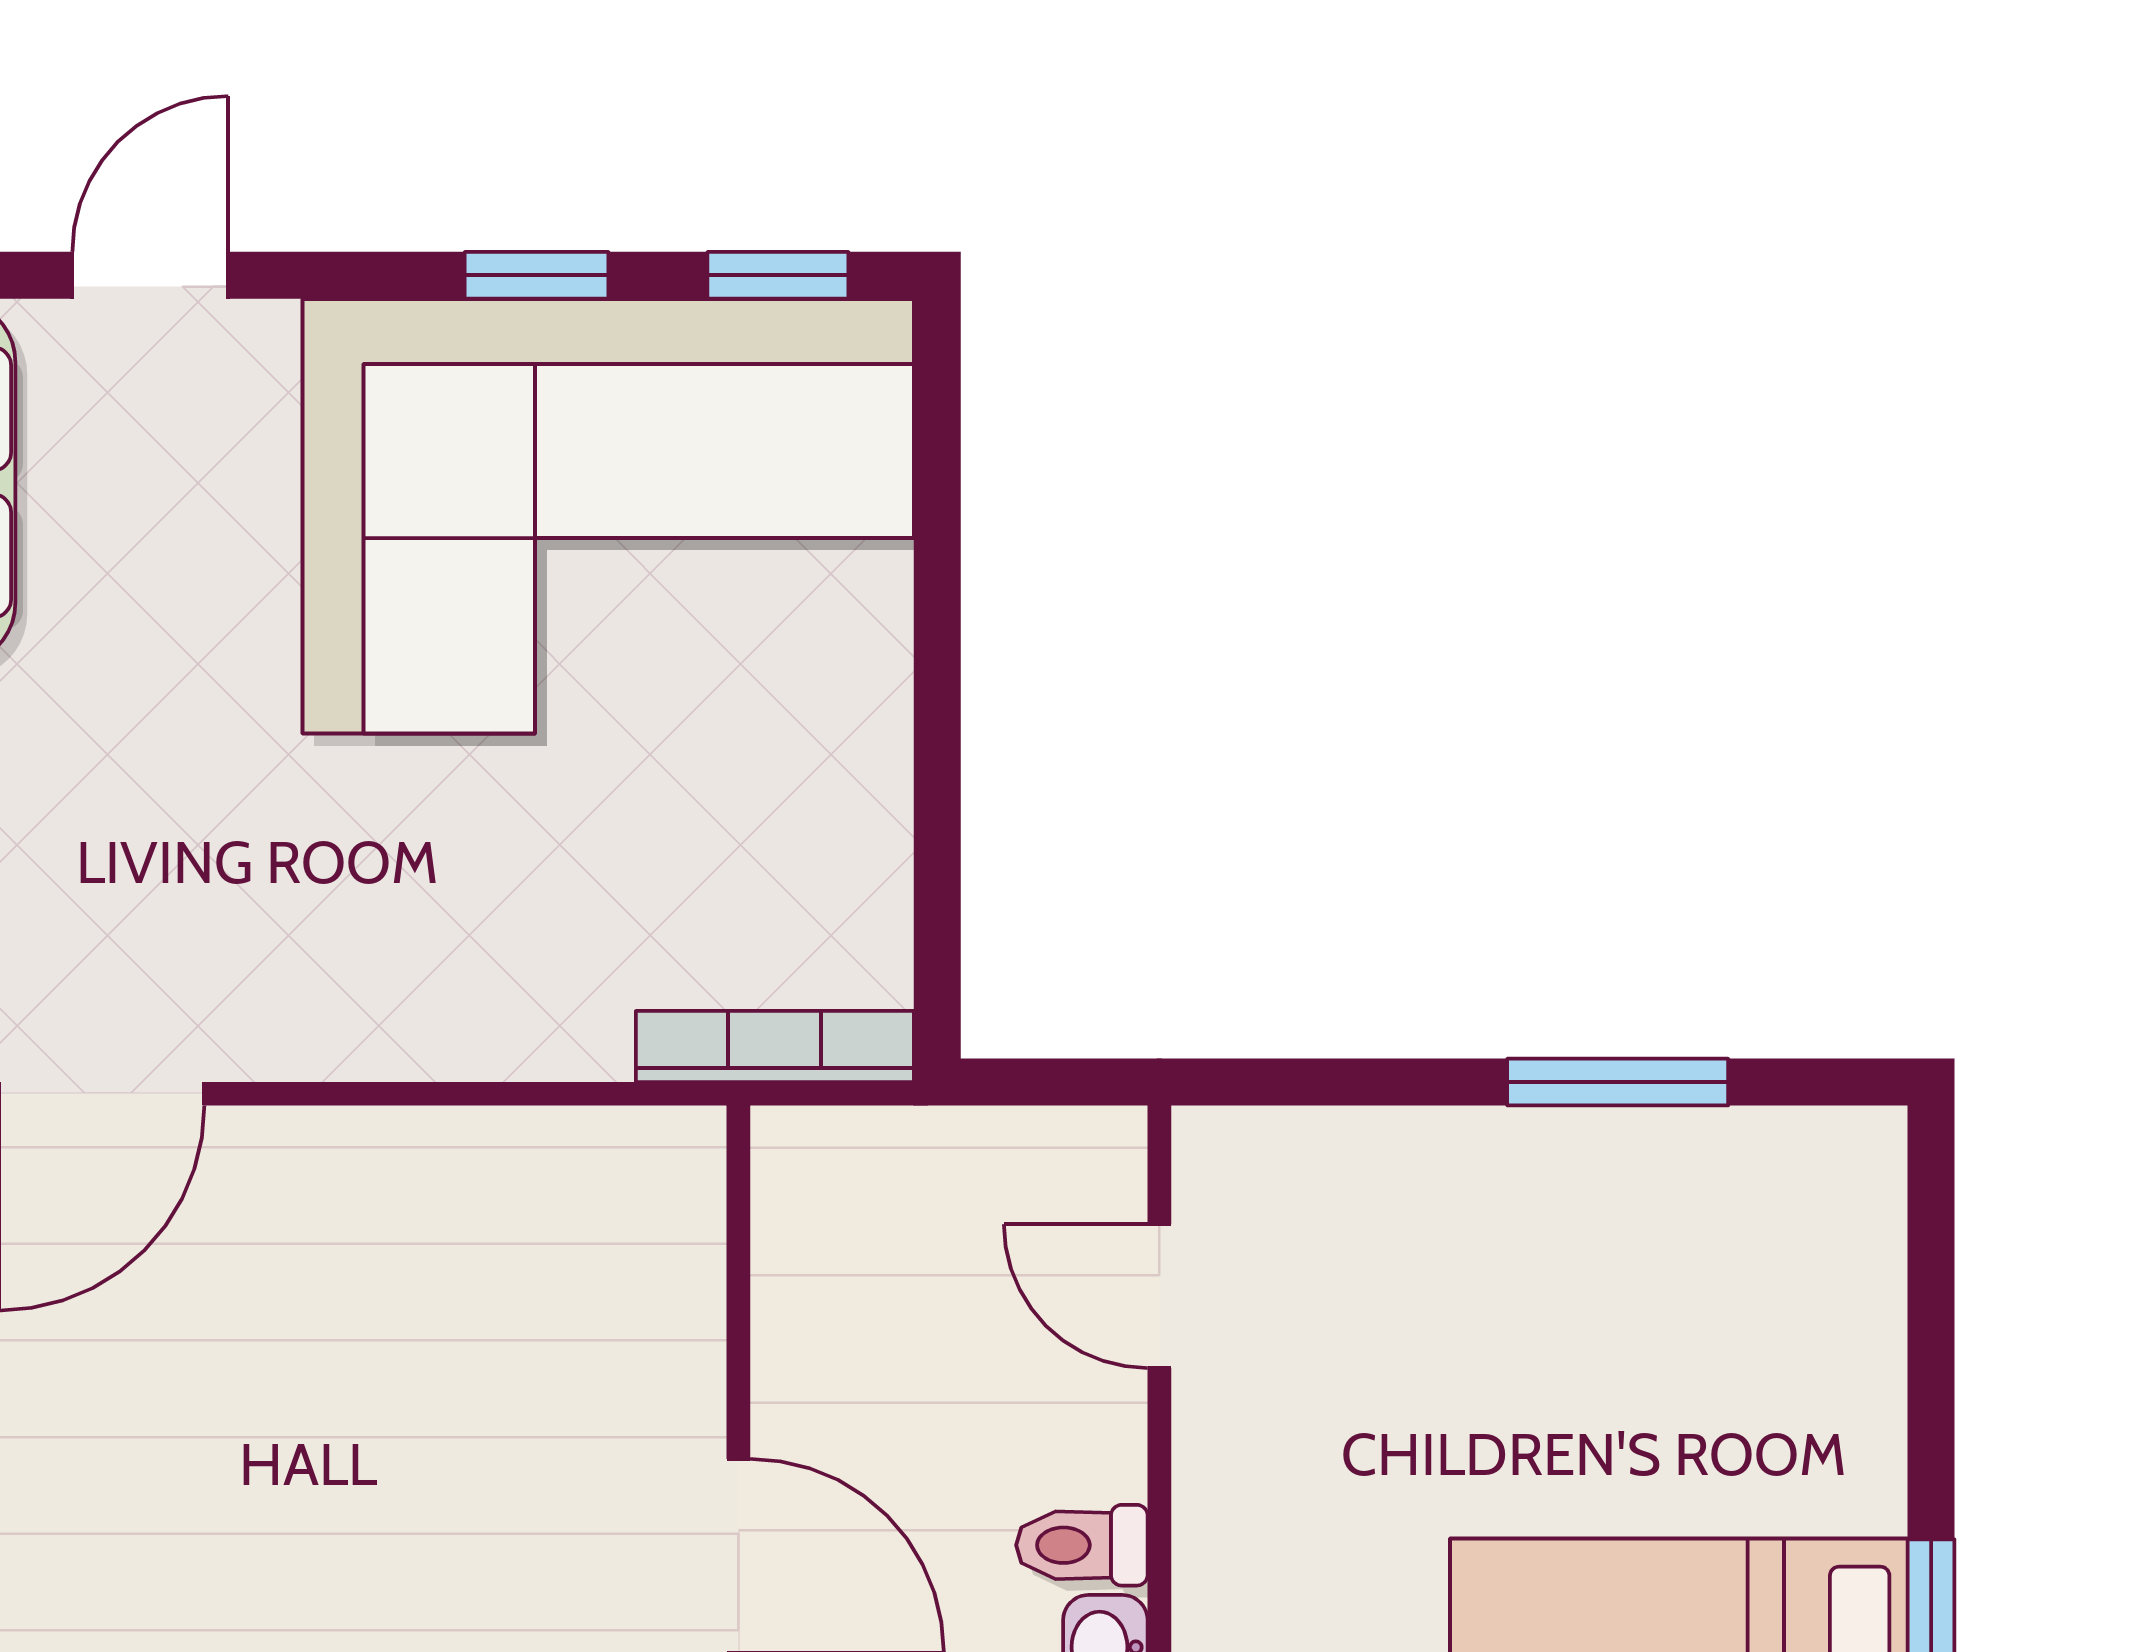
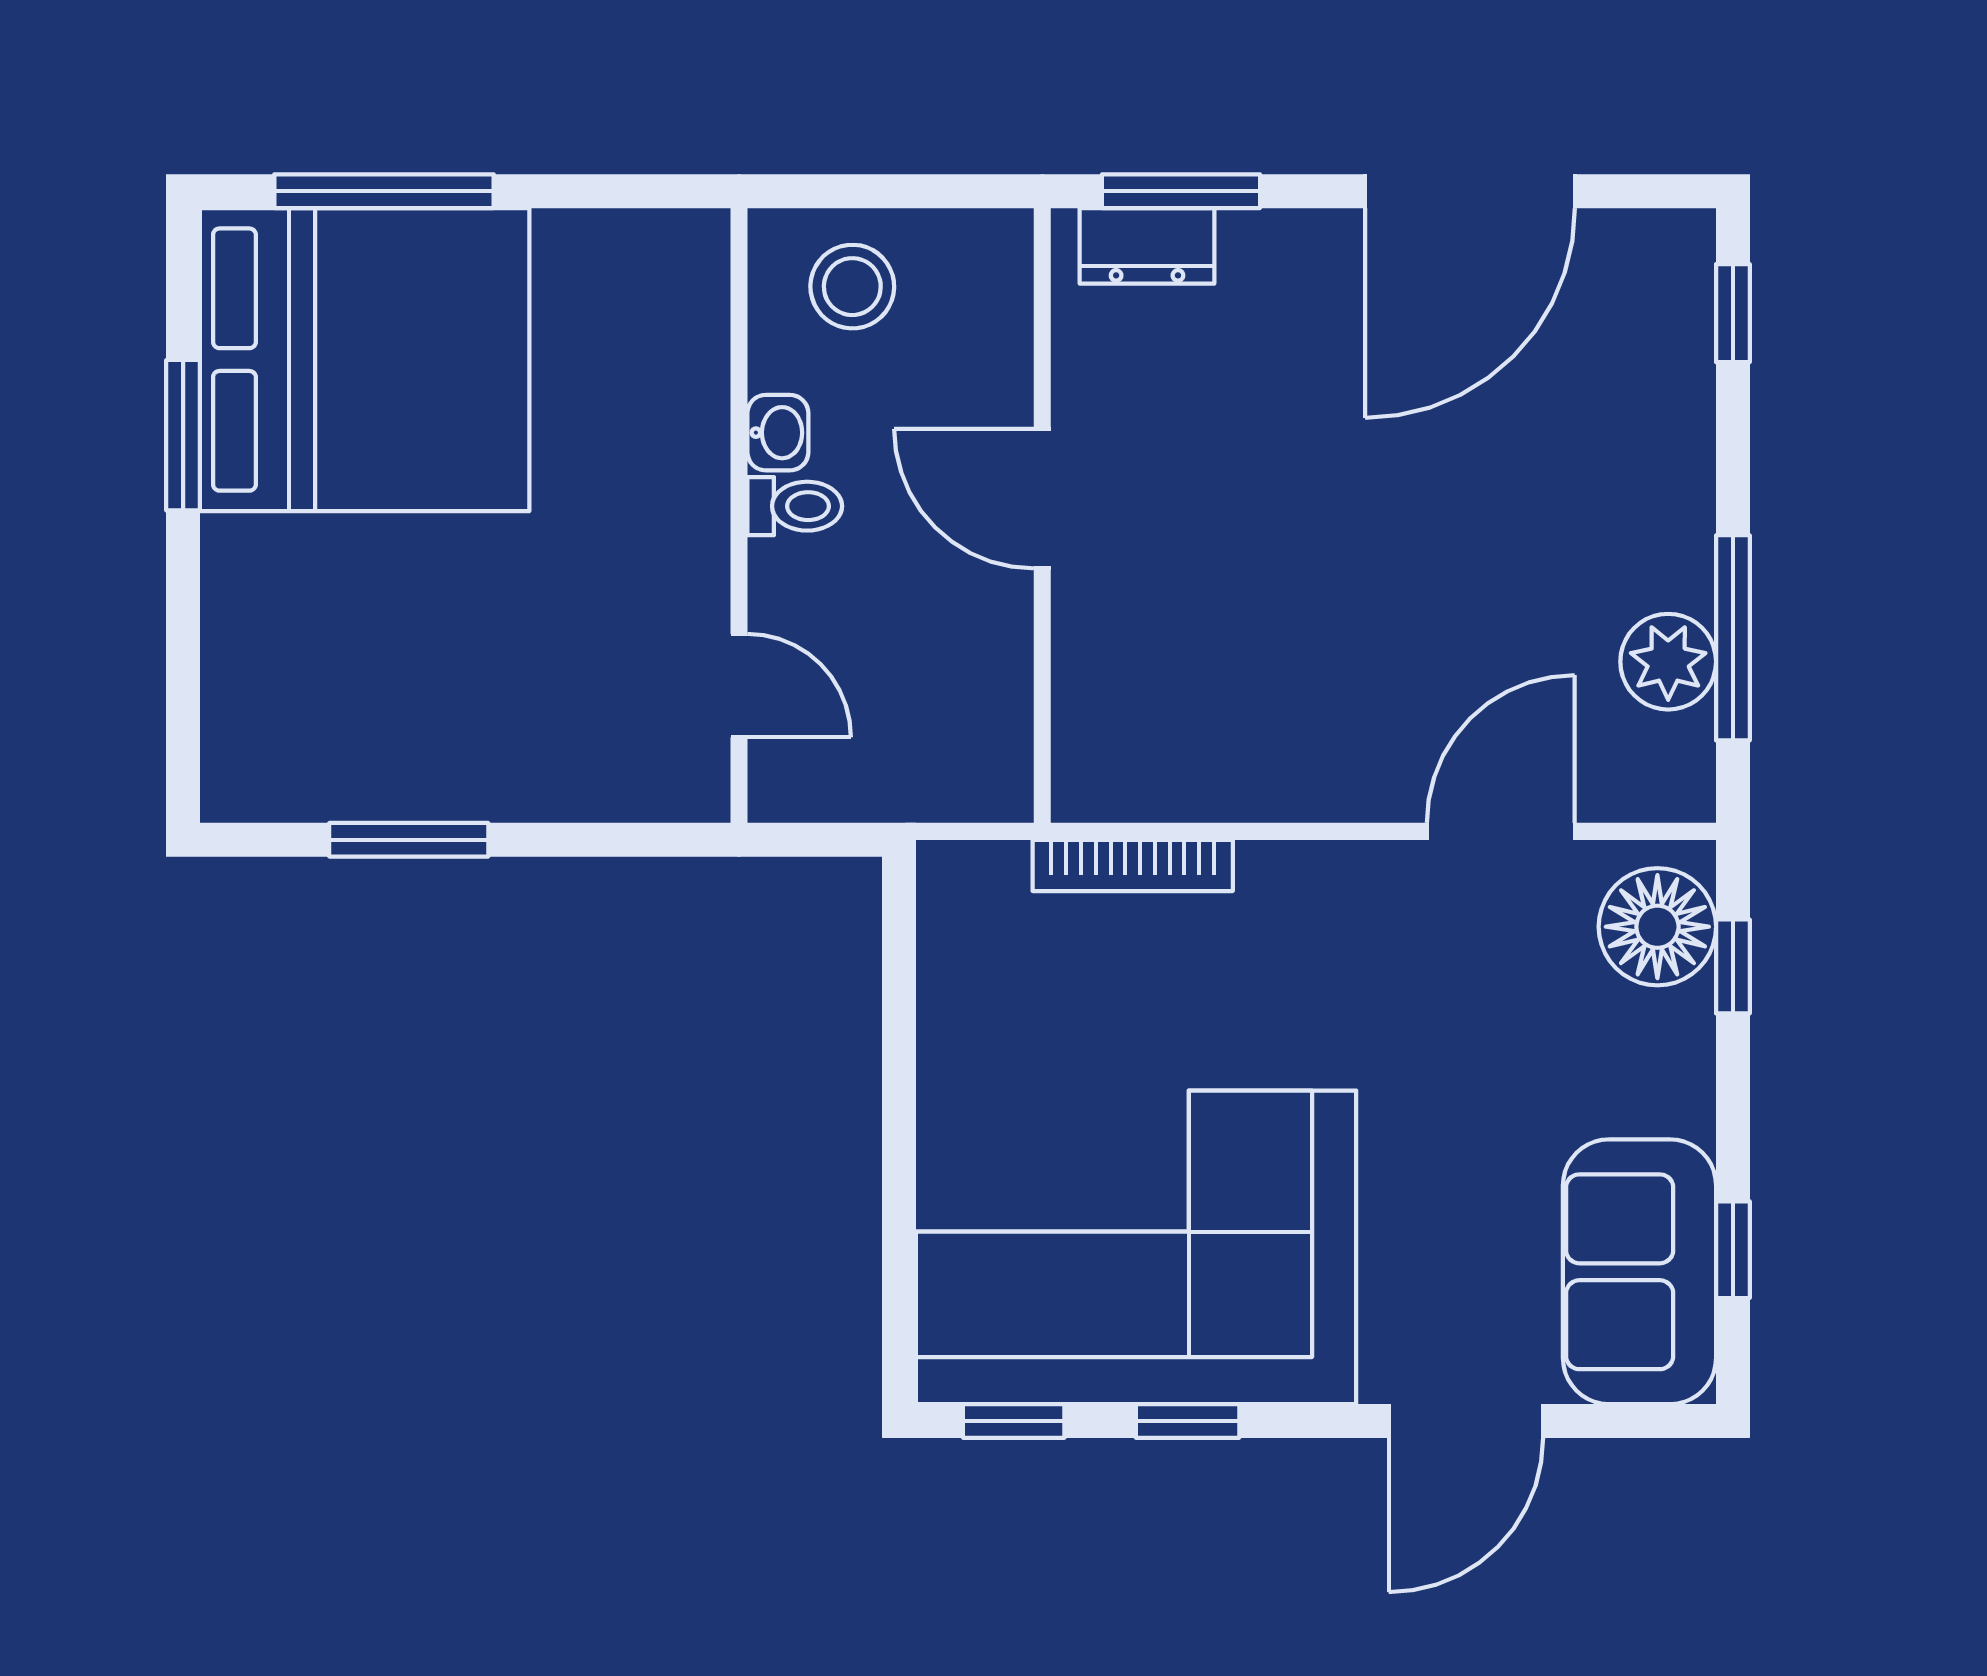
door: (150, 275) -> (1466, 1421), width x1.38
bookcase: (775, 1047) -> (1133, 865), moved

